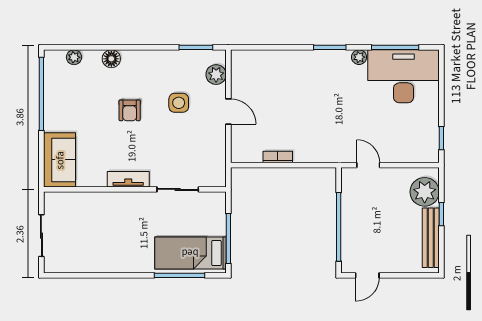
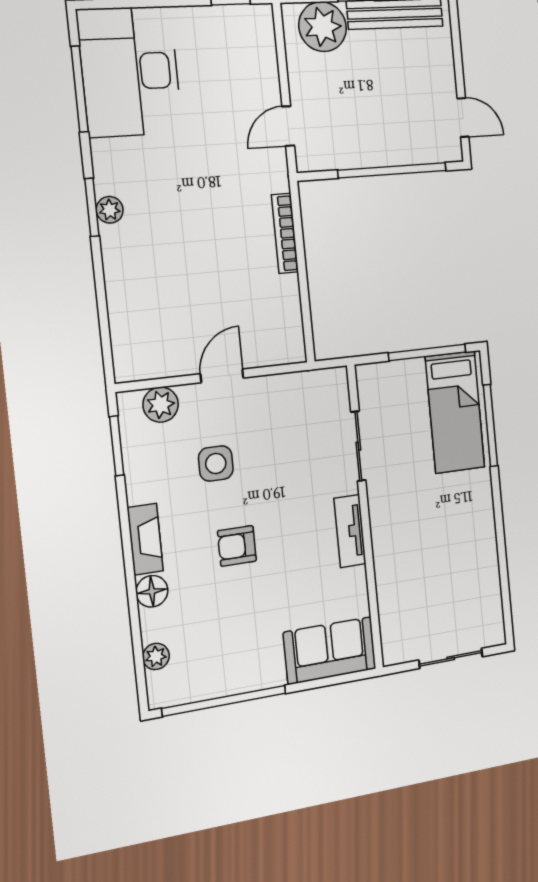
plant: (359, 57) -> (110, 210), moved
fireplace: (141, 58) -> (145, 539), added
armchair: (130, 110) -> (237, 546), turned 180
bookcase: (278, 157) -> (285, 233), moved, width x1.56

